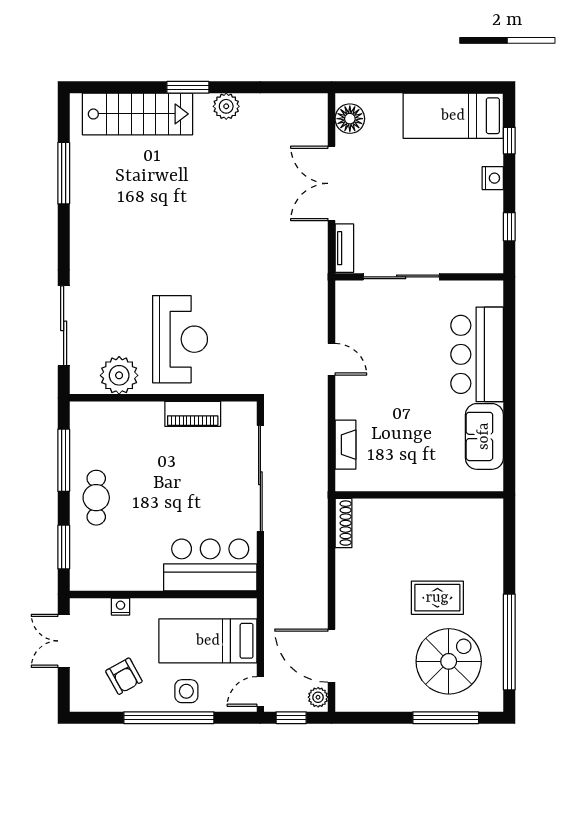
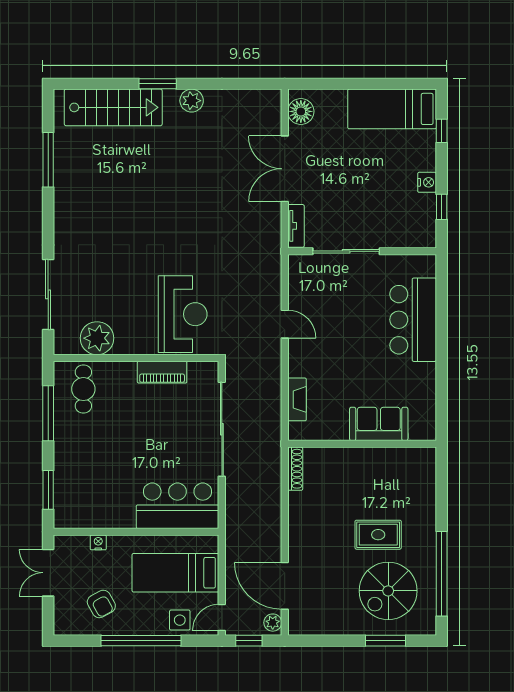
nightstand: (493, 178) -> (427, 182), moved
reception desk: (180, 339) -> (183, 314), moved
sofa: (484, 436) -> (379, 424), moved, turned 90
cafe table: (96, 498) -> (83, 389), moved
spiral stairs: (449, 661) -> (388, 591), turned 180
side table: (186, 691) -> (180, 620), moved
window: (446, 718) -> (385, 641), width x0.69

